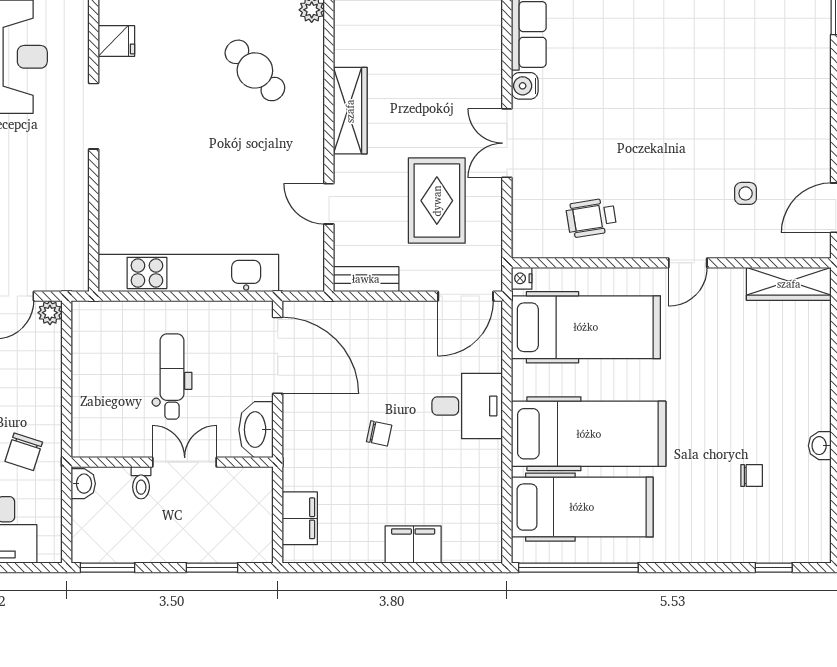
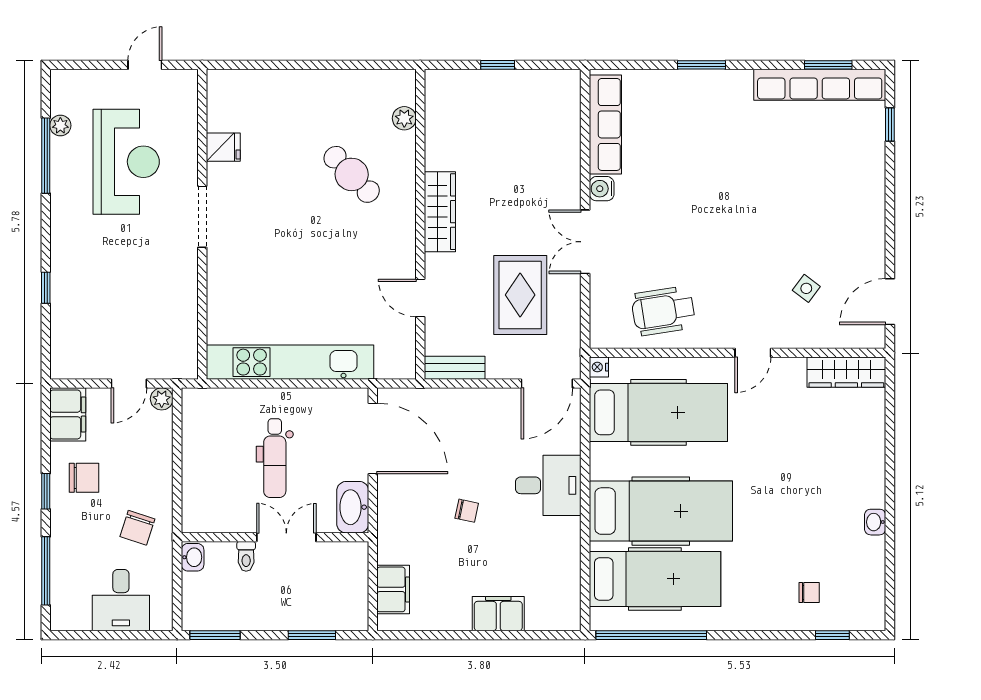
side table: (746, 193) -> (806, 288), turned 37
wheelchair: (591, 218) -> (663, 311), width x1.36, depth x1.37
dental chair: (172, 377) -> (275, 458), turned 180
chair: (752, 476) -> (809, 592), moved

